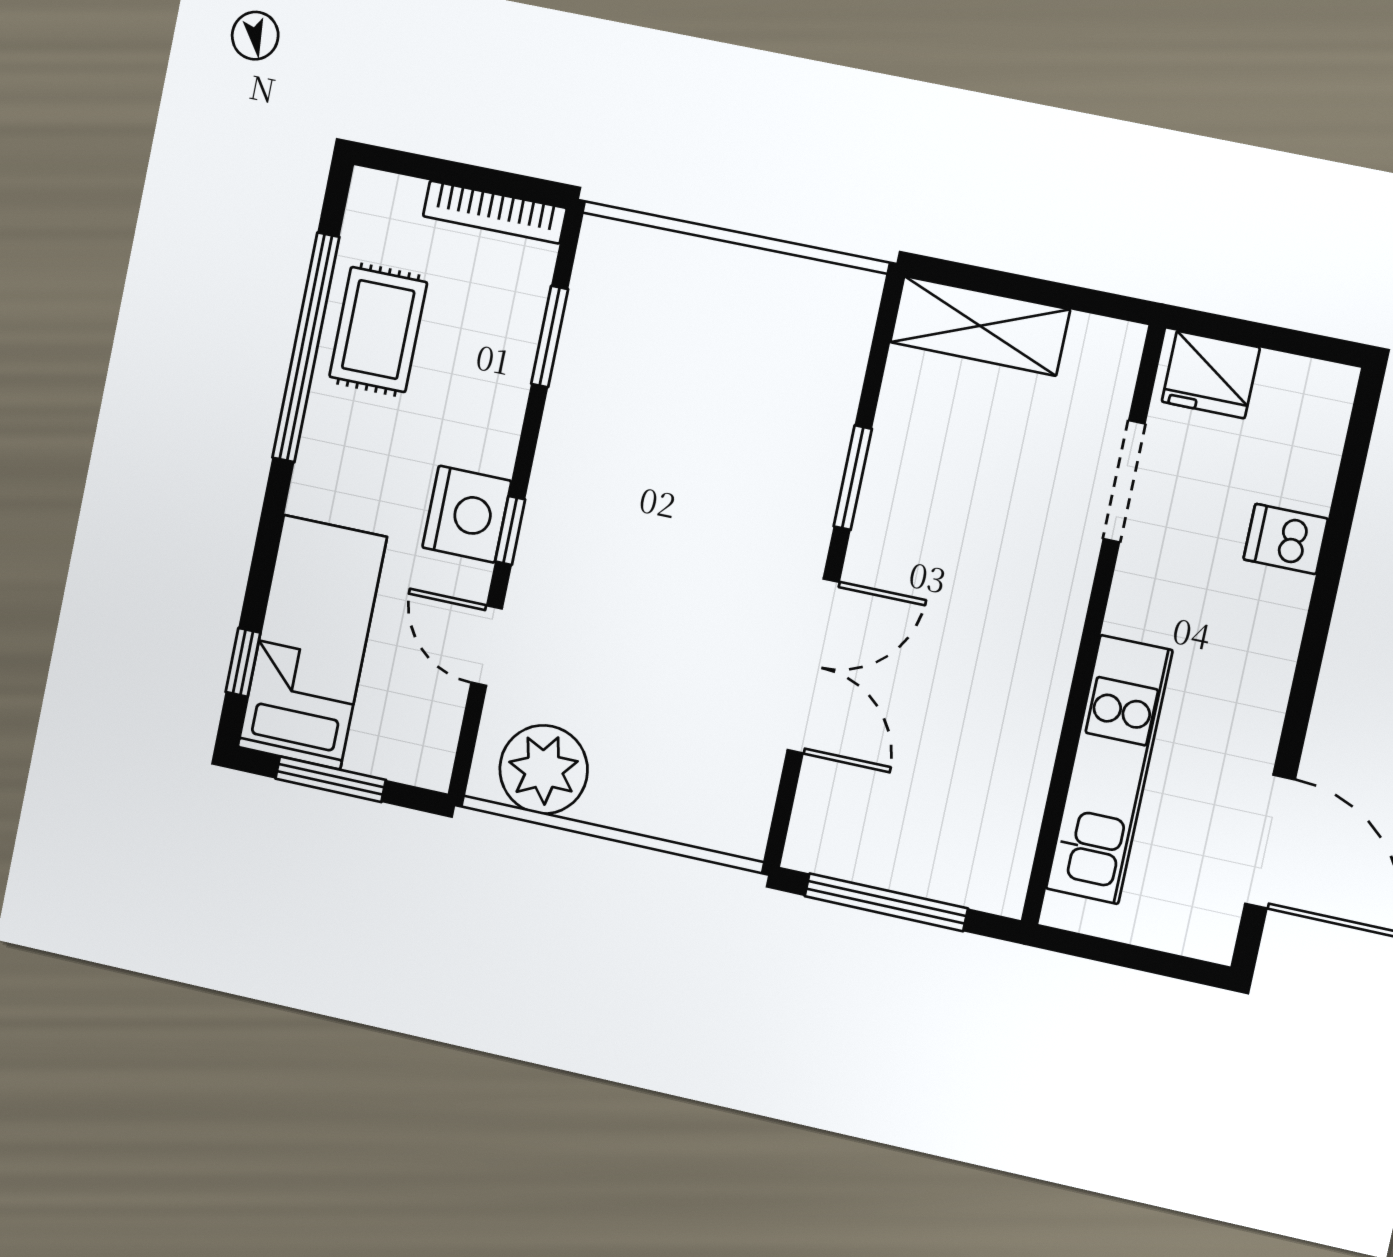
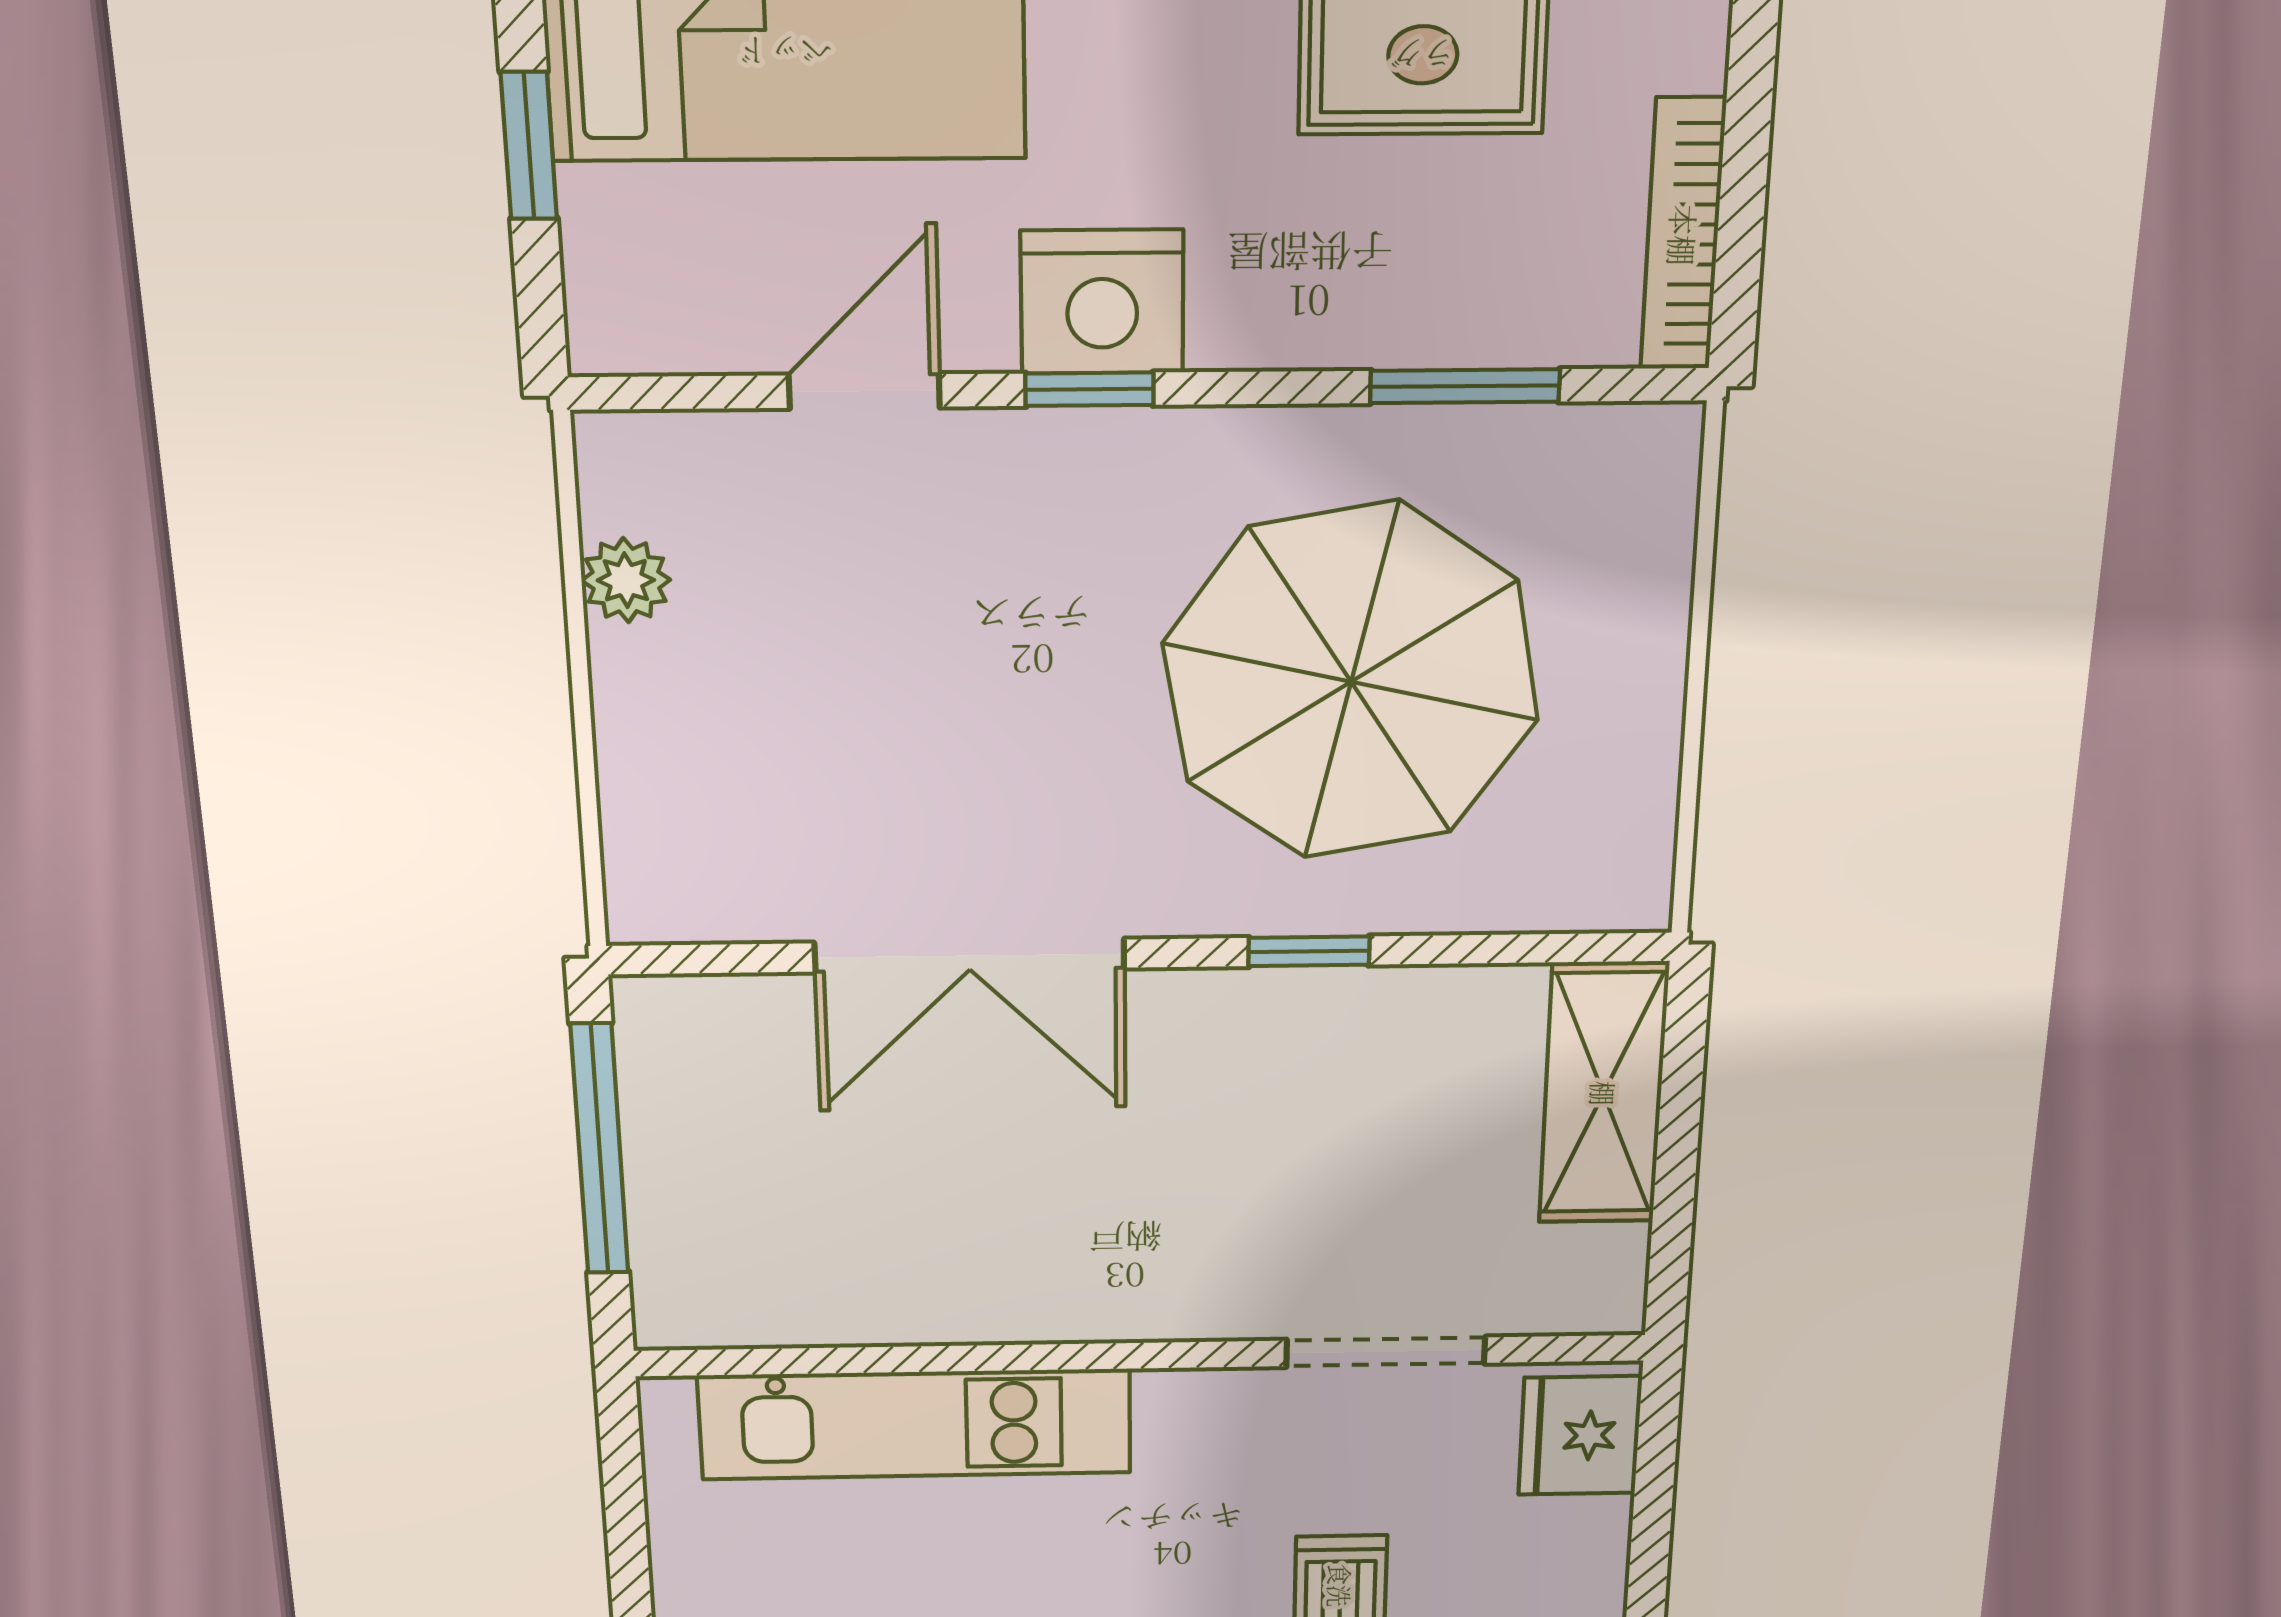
parasol: (699, 425) -> (1351, 682), added
window: (853, 478) -> (1309, 951), width x0.67
plant: (544, 770) -> (626, 580), width x0.53, depth x0.53
window: (331, 779) -> (529, 146), width x0.67

